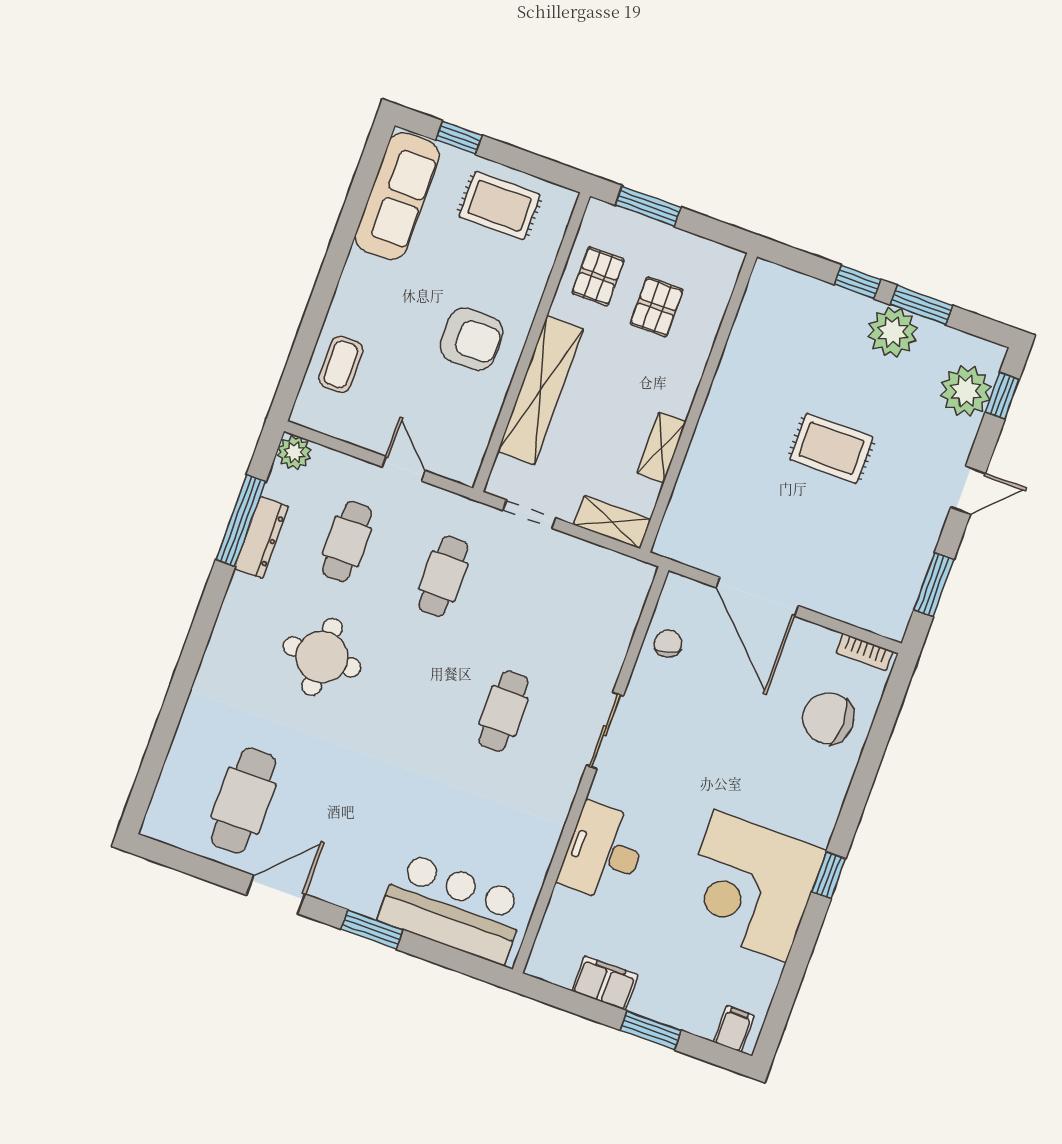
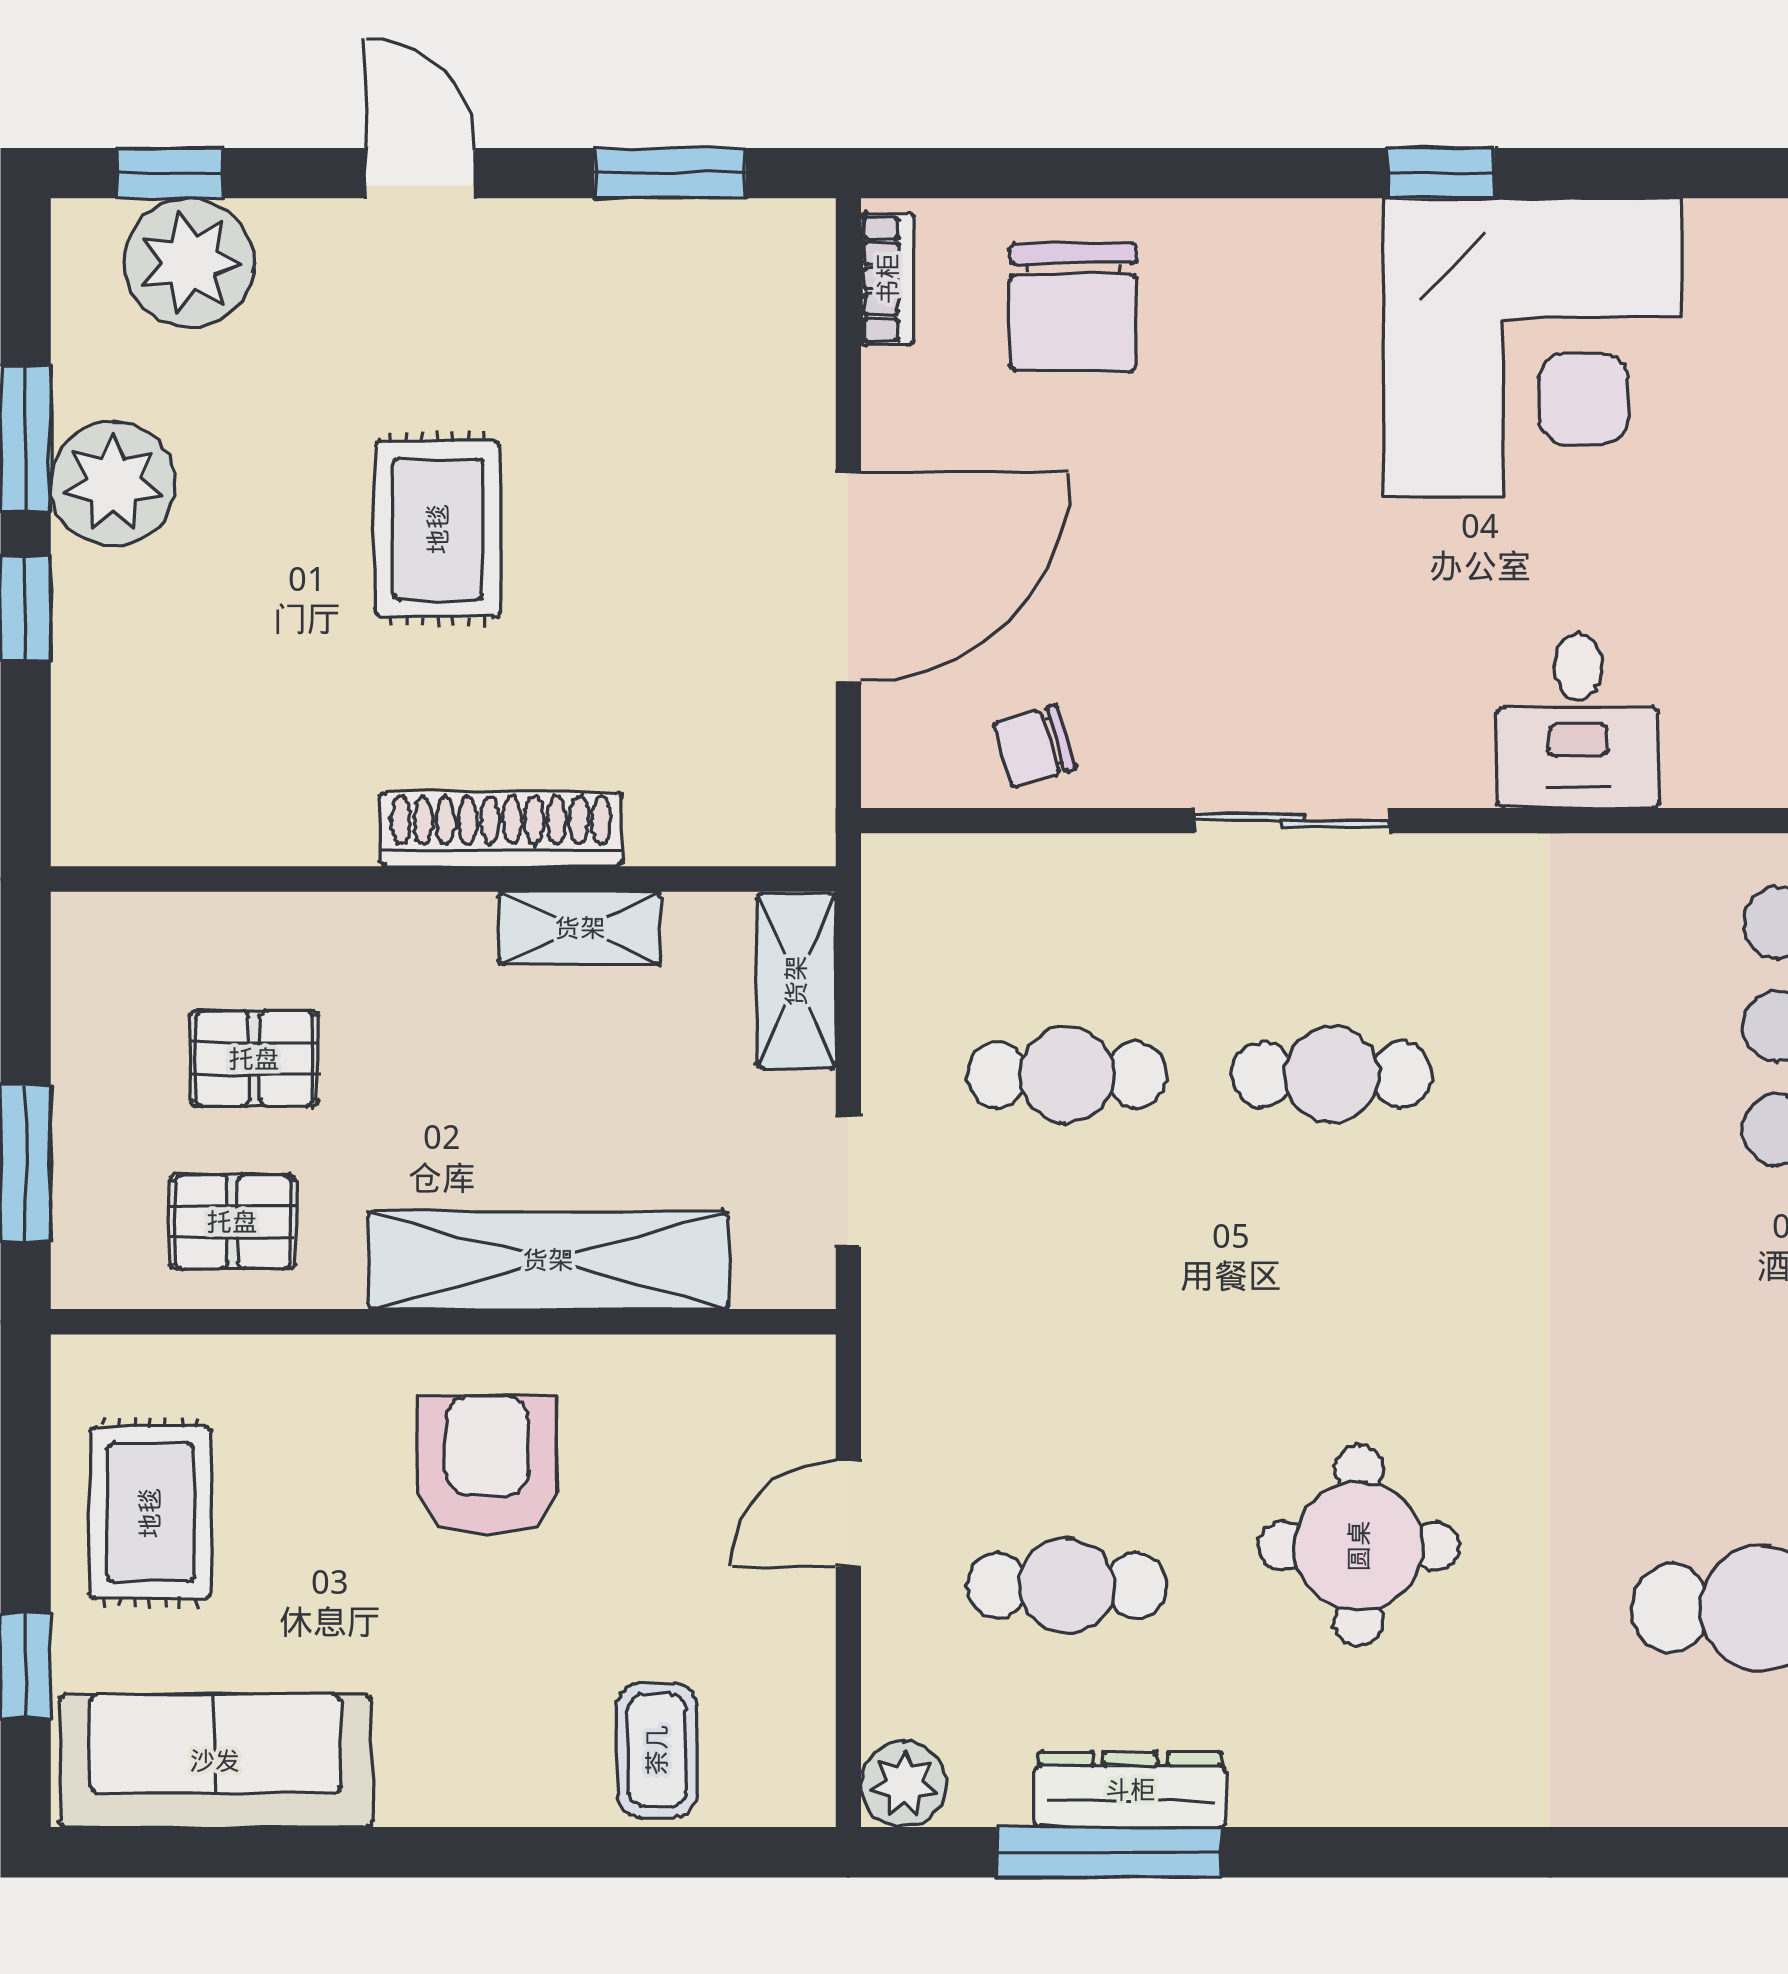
coffee table: (341, 364) -> (657, 1750), turned 90
shoe rack: (710, 431) -> (501, 829), added
cafe table: (443, 576) -> (1067, 1075), moved
desk: (603, 852) -> (1578, 721), width x0.73

